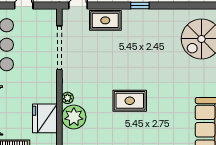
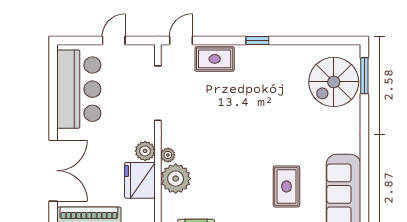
plant: (49, 95) -> (145, 151), added
rug: (130, 101) -> (286, 186), moved, turned 90

